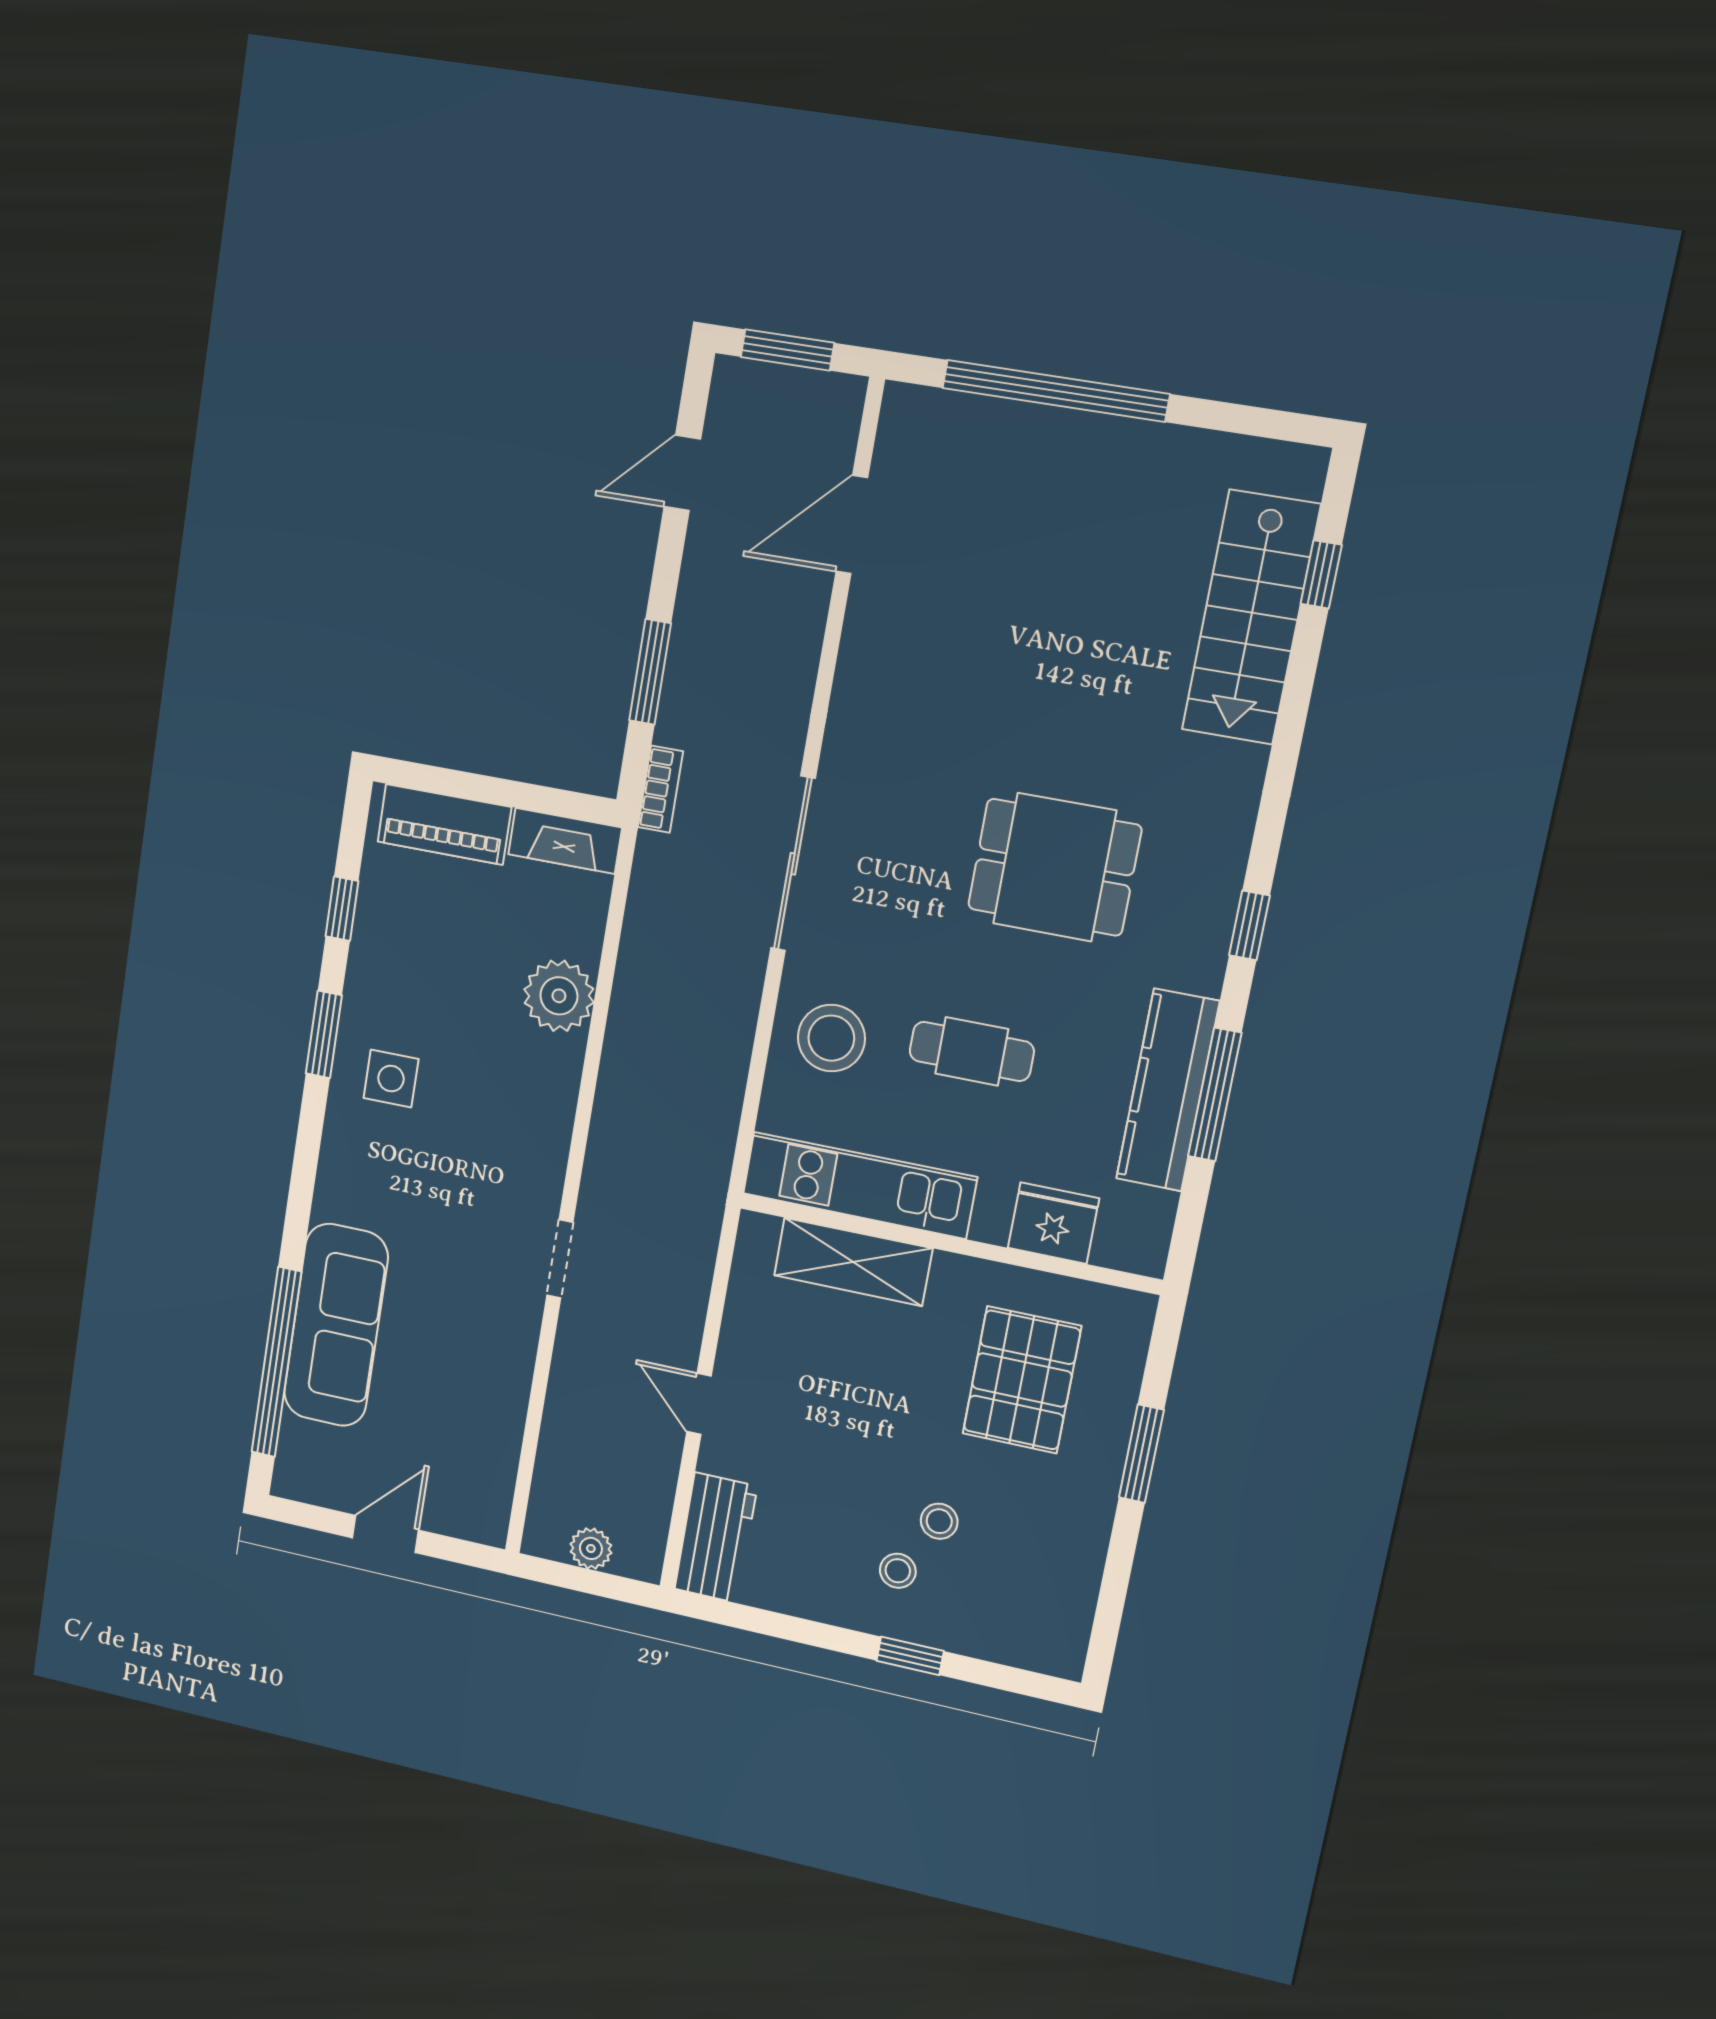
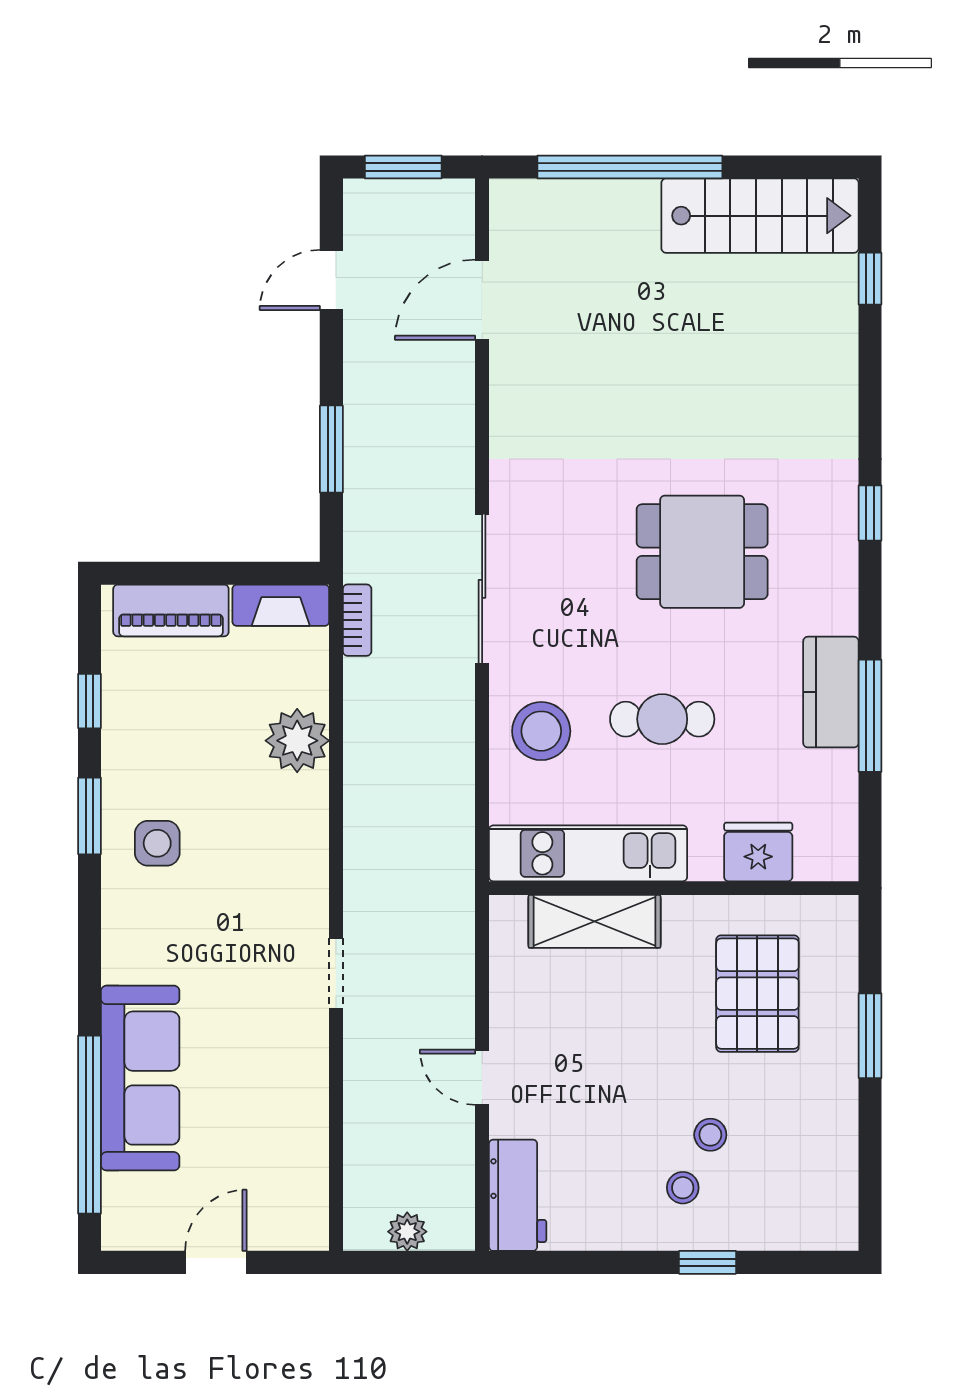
stairs: (1251, 618) -> (760, 216), moved, turned -90
bookcase: (660, 789) -> (357, 620), moved
window: (1249, 926) -> (870, 513), moved
kitchen counter: (1168, 1090) -> (831, 692), width x0.67

